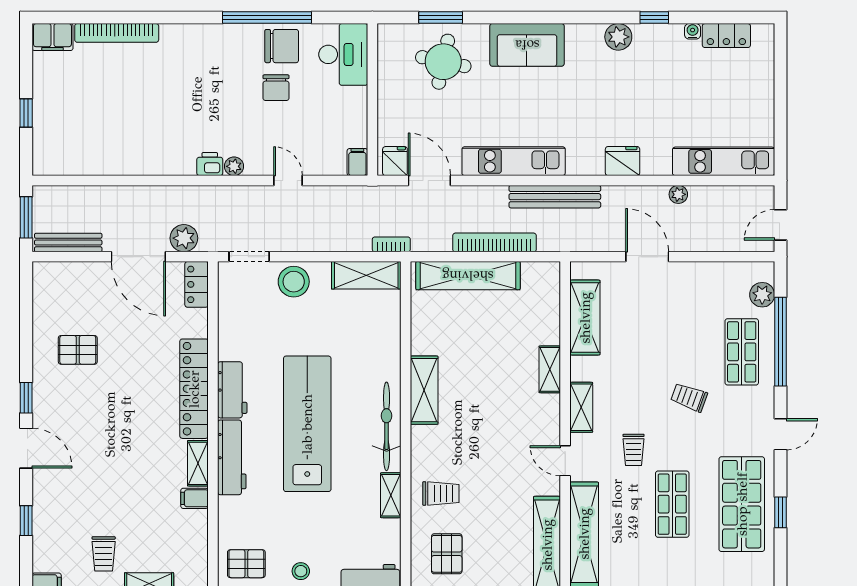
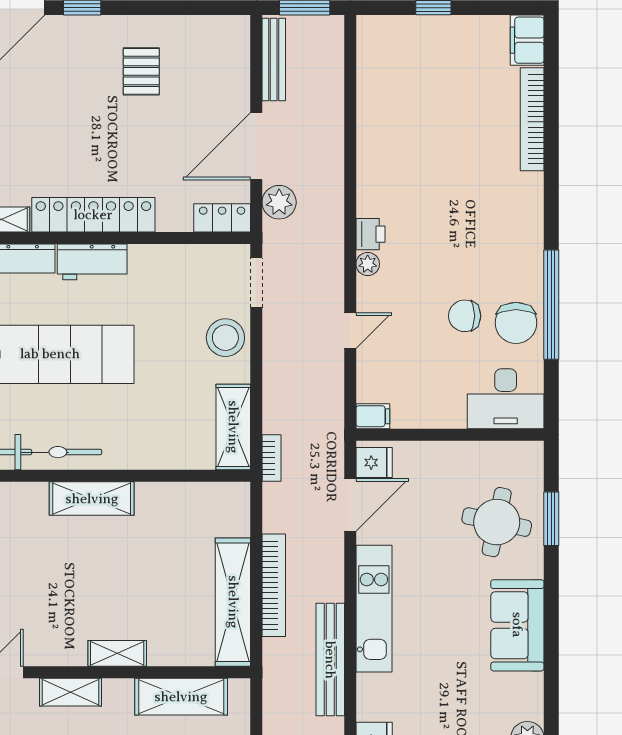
shelving: (468, 276) -> (233, 602), moved

